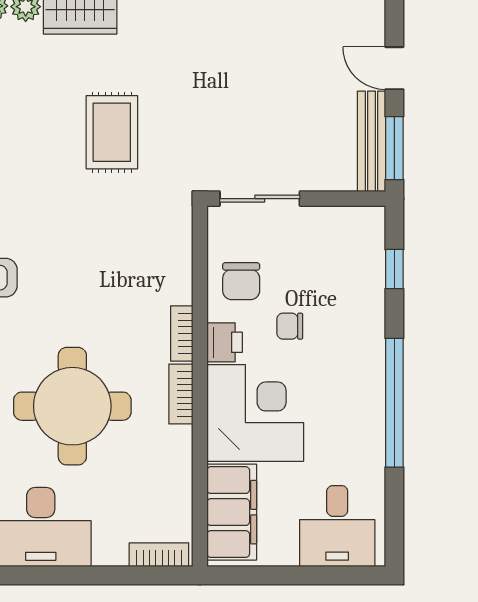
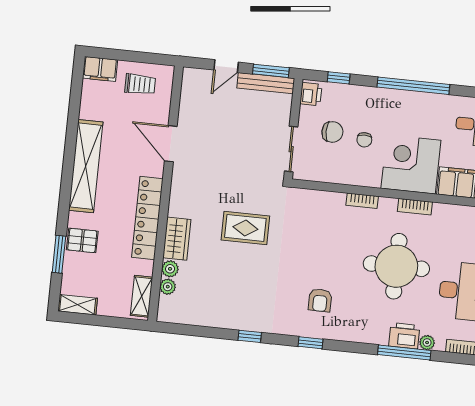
chair: (241, 281) -> (332, 132), moved
printer: (225, 342) -> (311, 94), moved, turned 90
bookcase: (181, 394) -> (415, 207), moved

